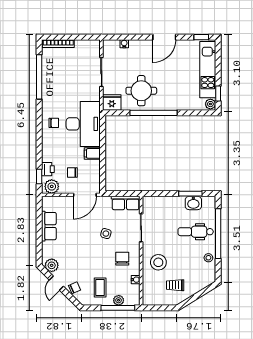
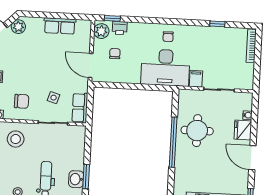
window: (39, 77) -> (217, 24), width x0.32
fridge: (112, 102) -> (243, 130), moved, turned 180
filing cabinet: (92, 153) -> (196, 79), moved
side table: (106, 234) -> (54, 98), moved

